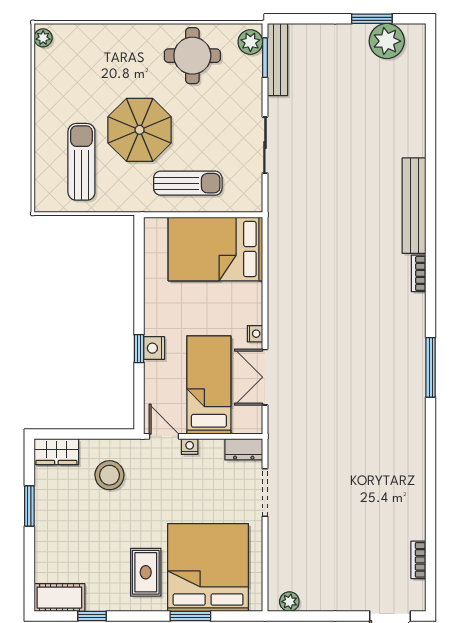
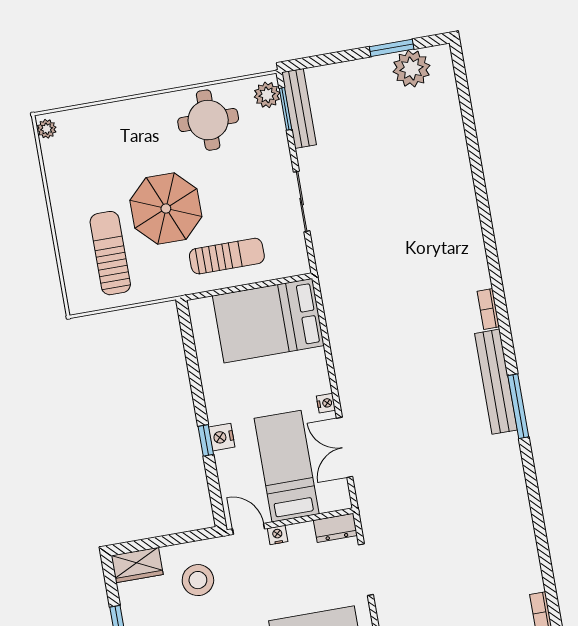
bench: (414, 206) -> (496, 382), moved

